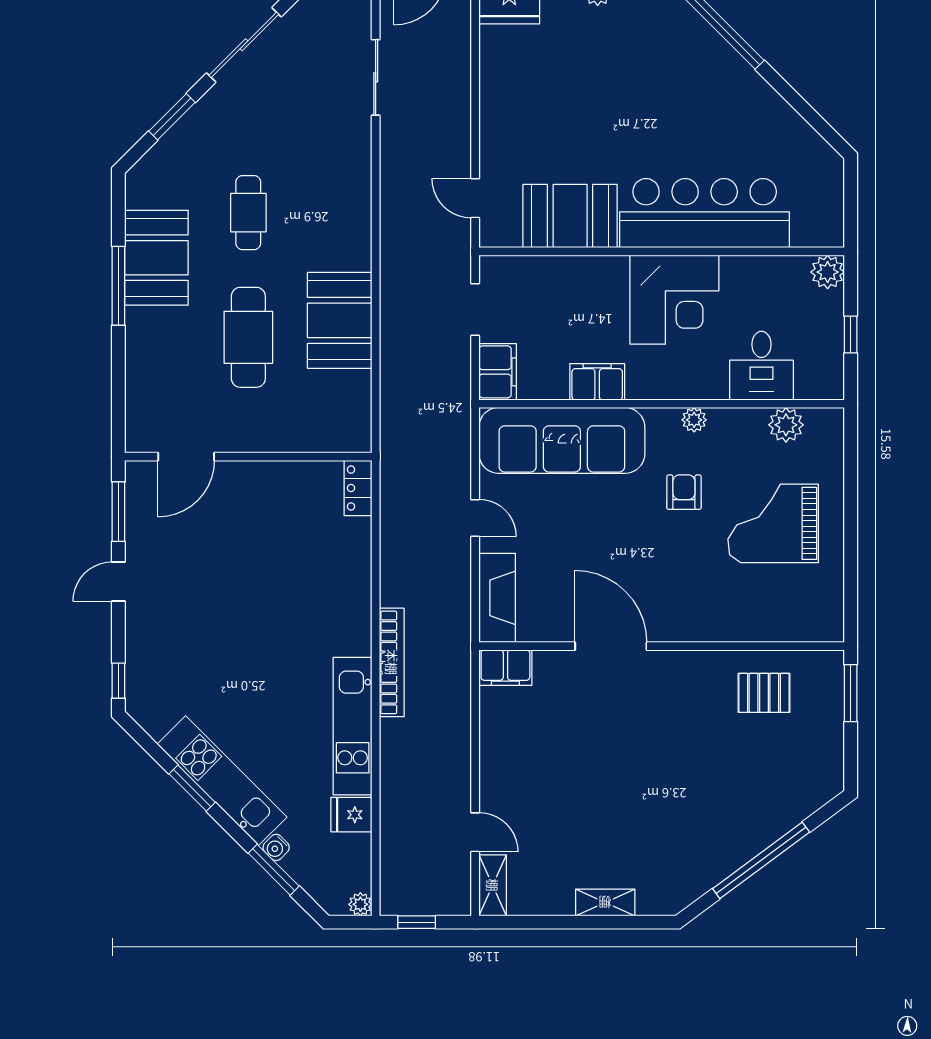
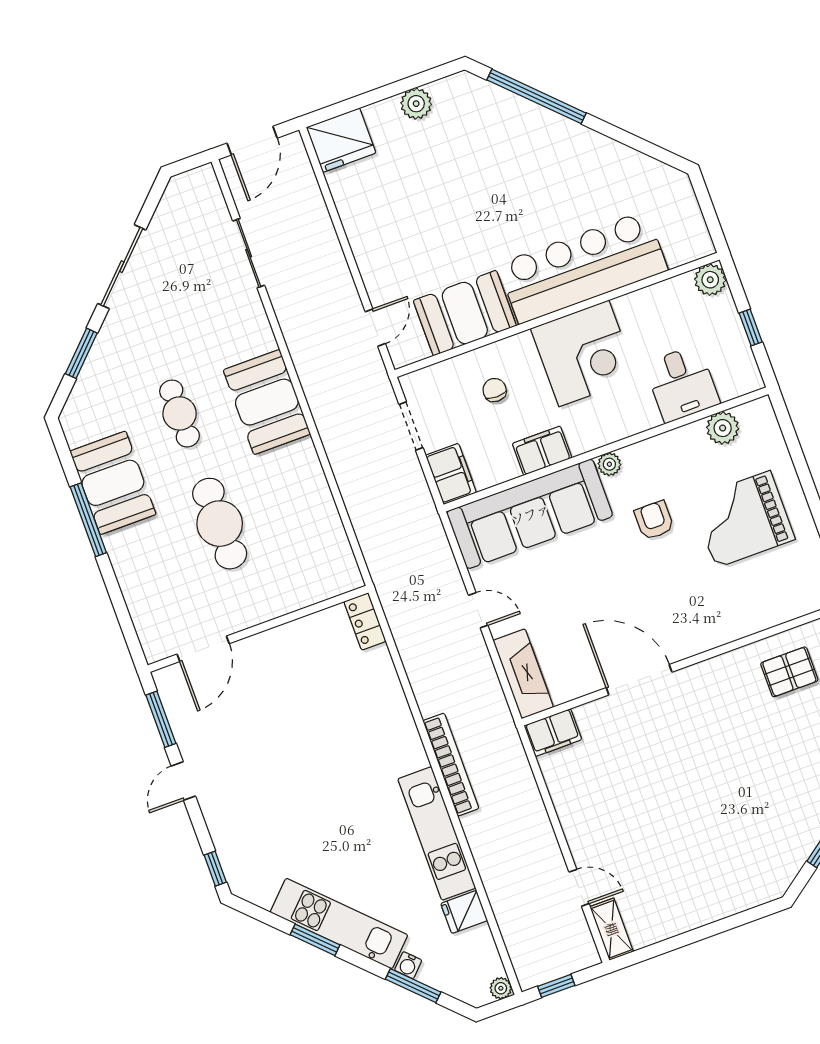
door: (475, 198) -> (375, 328), swing flipped
chair: (572, 304) -> (495, 390), added
booth: (340, 320) -> (267, 402), moved
plant: (694, 420) -> (609, 464), moved
shelving: (605, 903) -> (717, 908), removed

